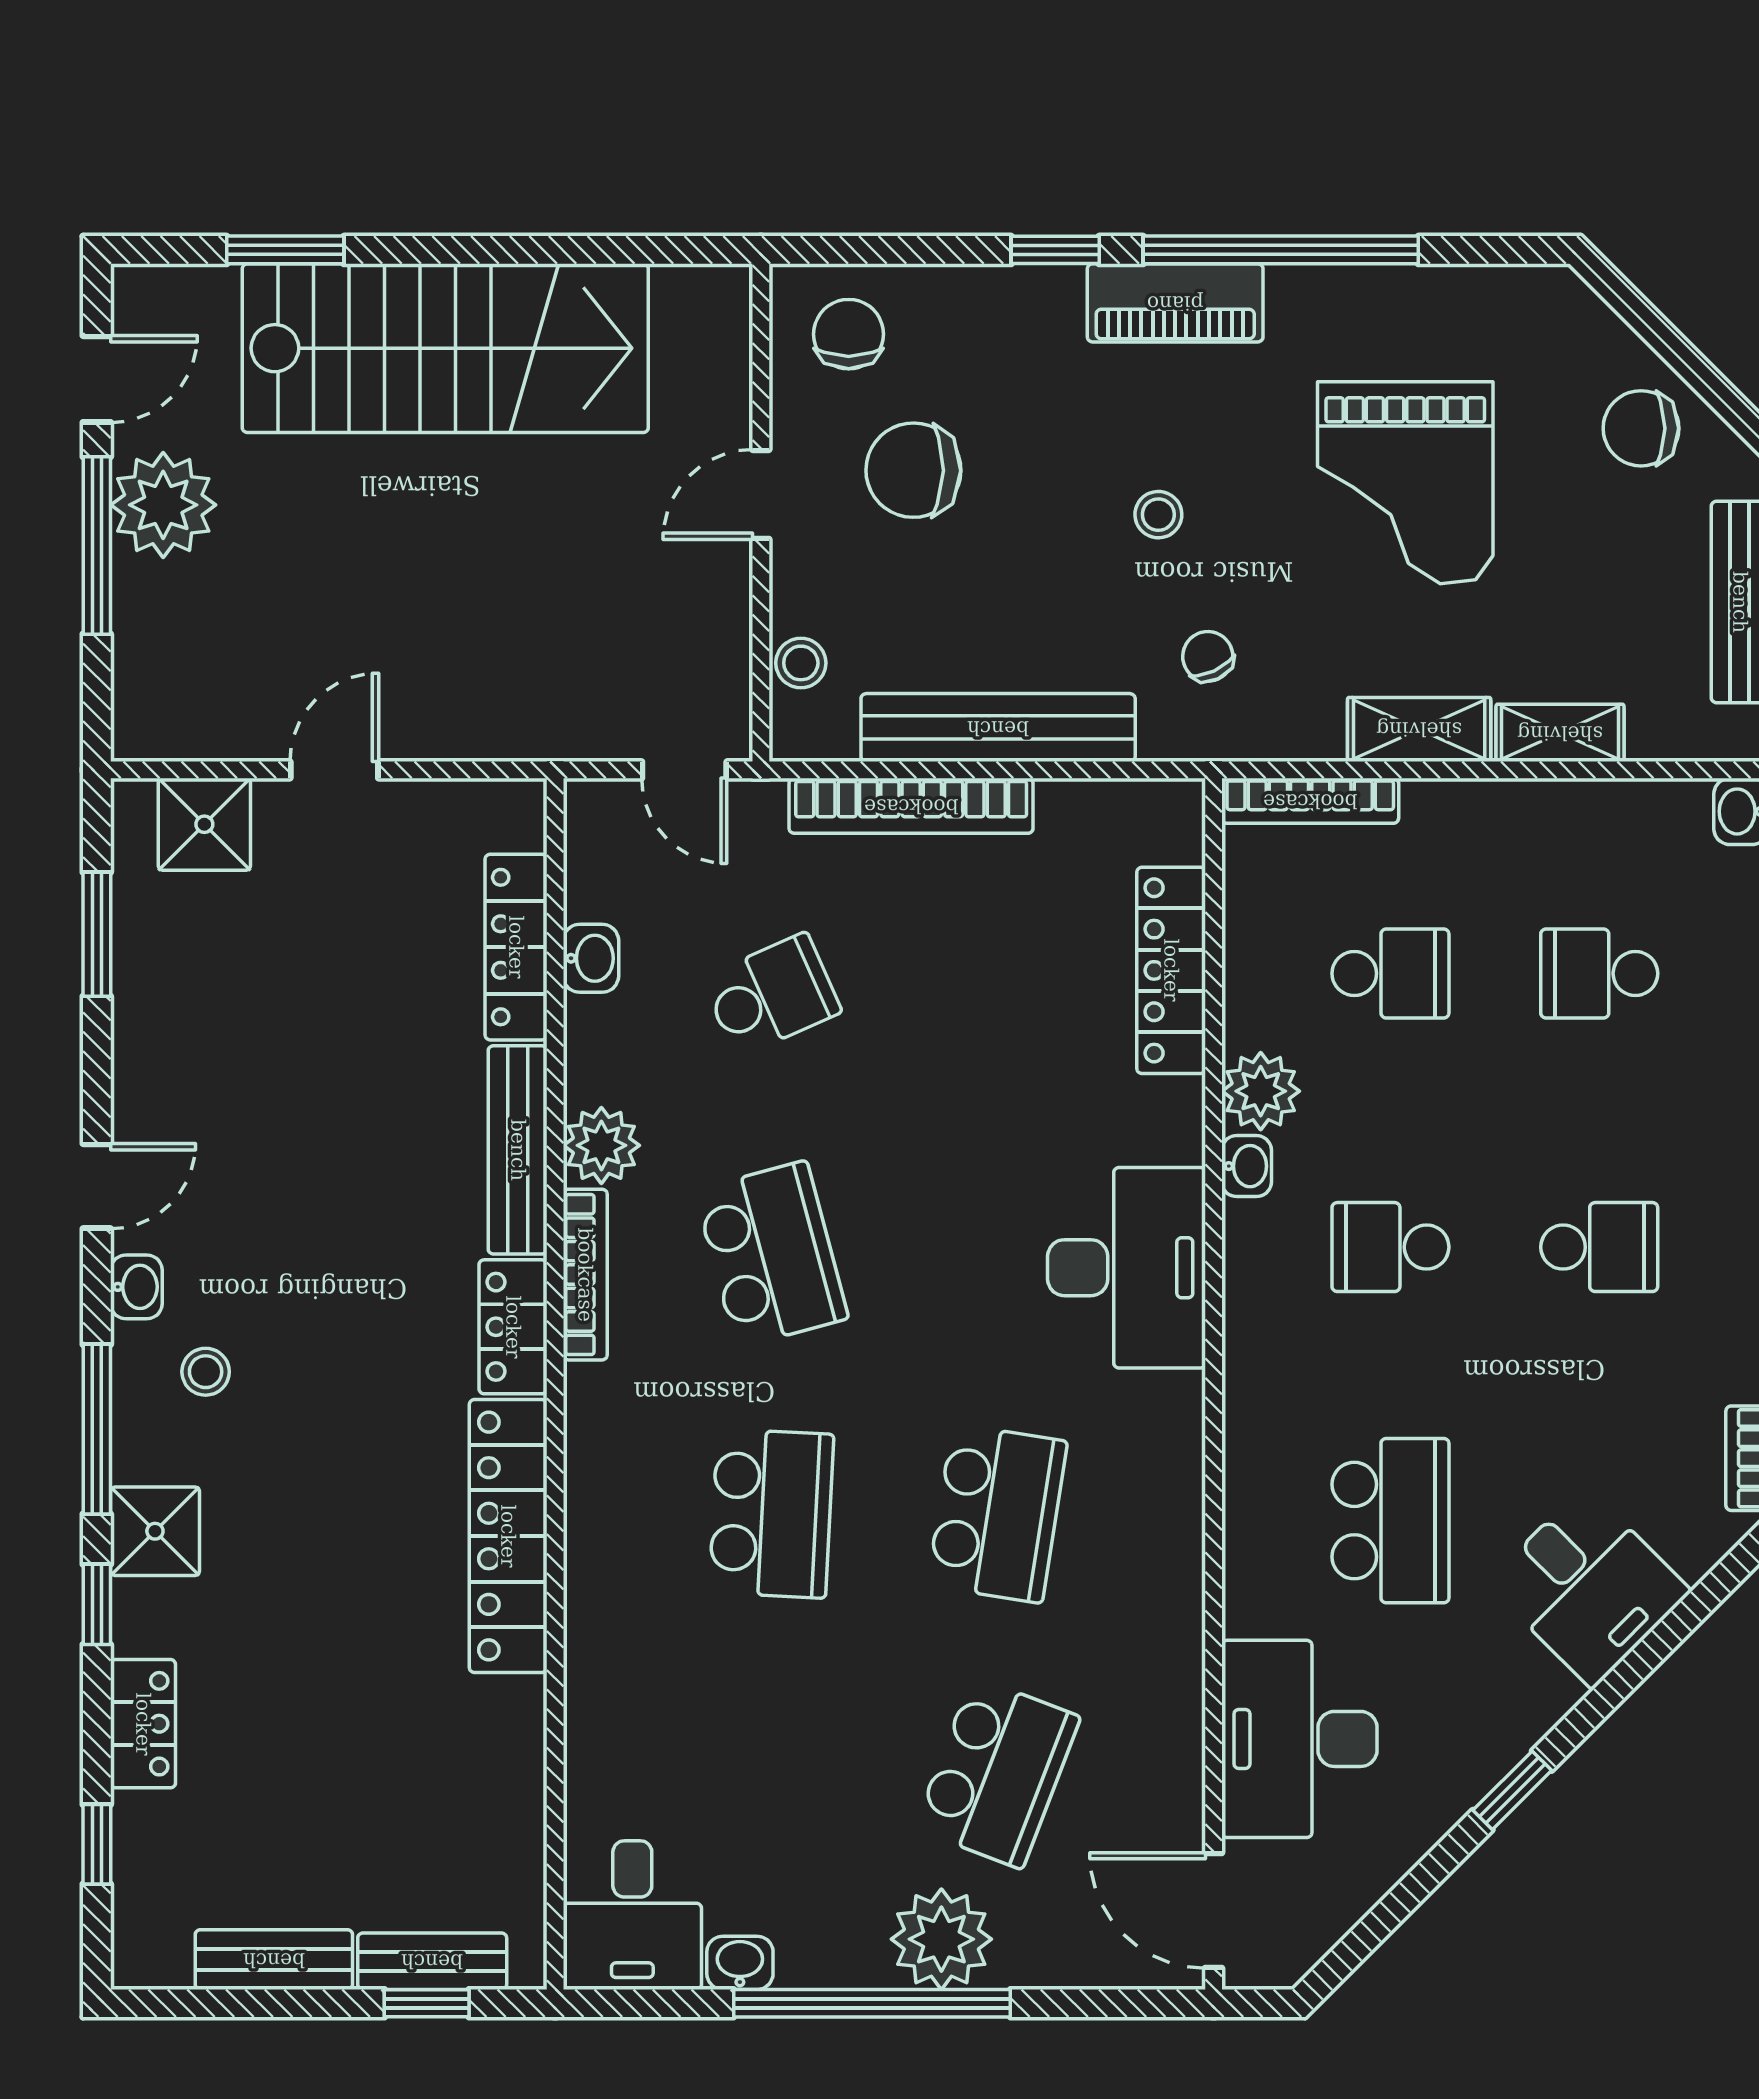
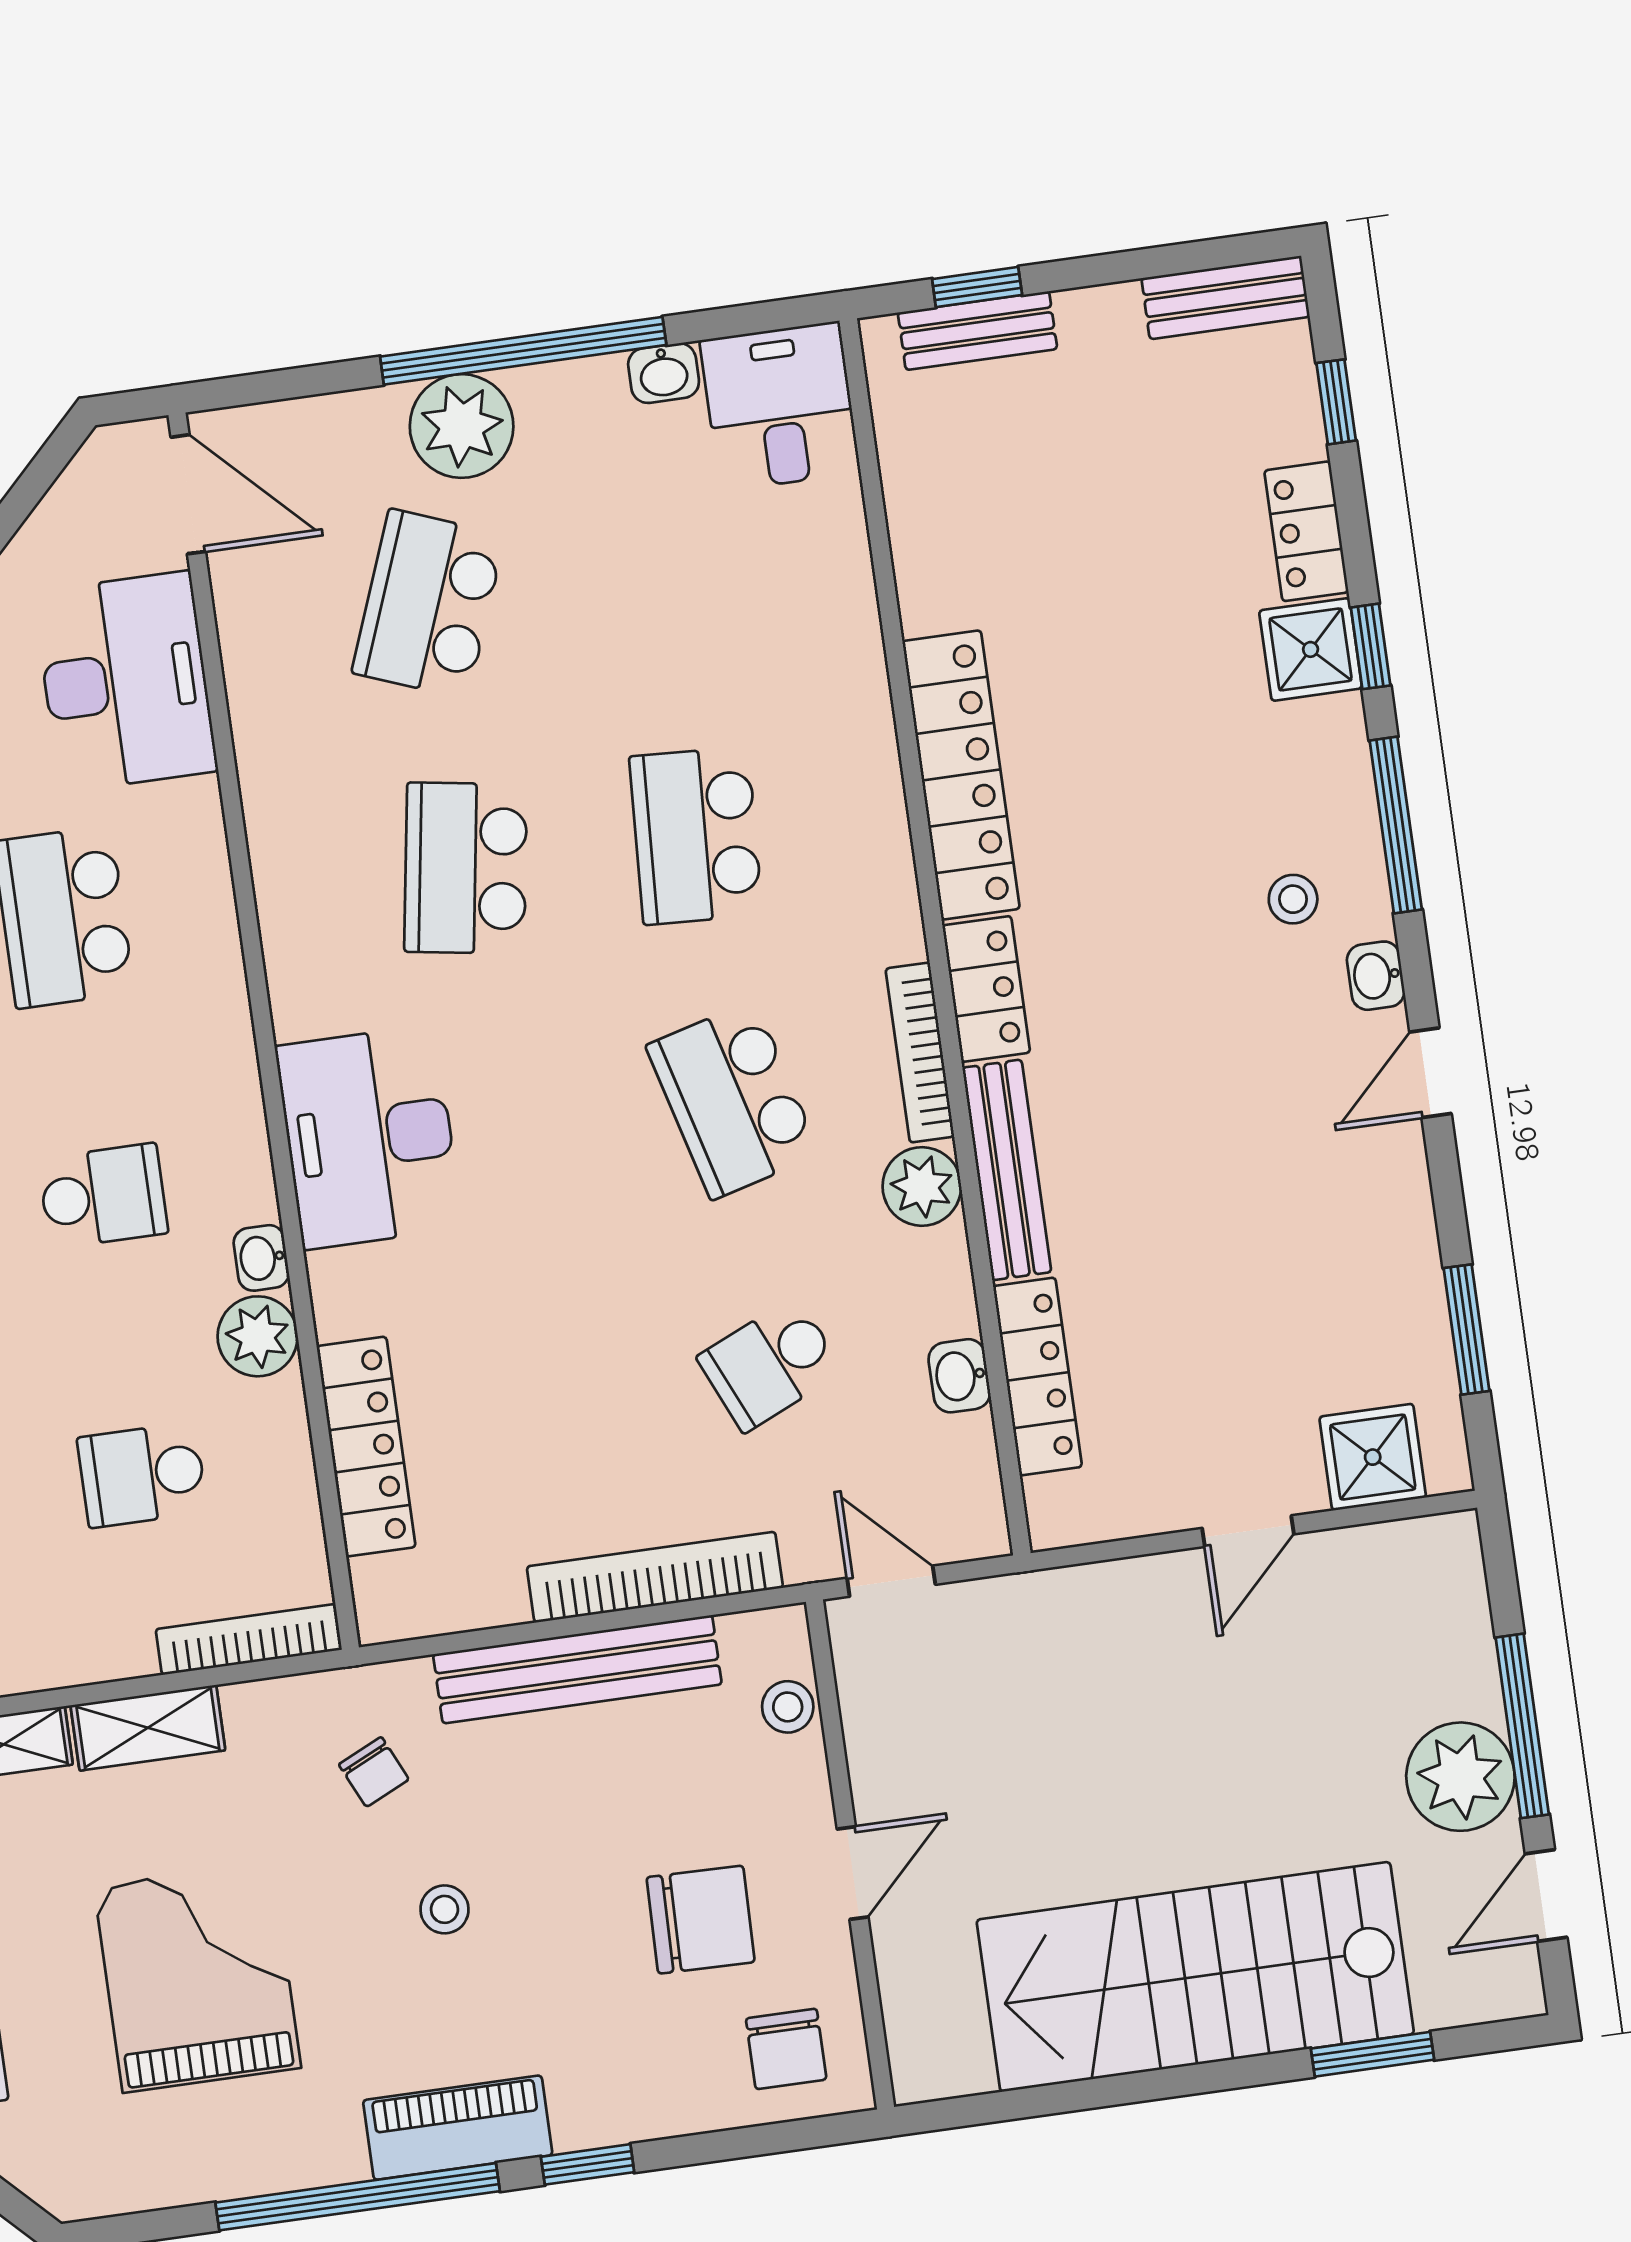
shower: (155, 1531) -> (1311, 649), moved
bench: (274, 1960) -> (1226, 297), moved

